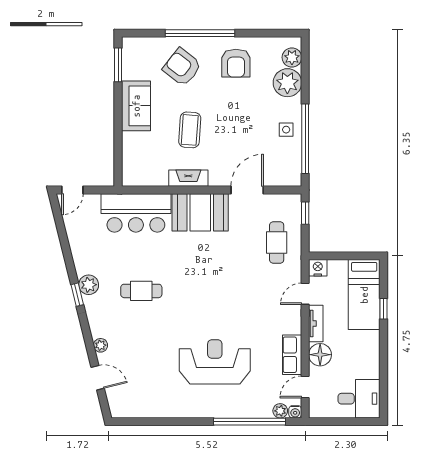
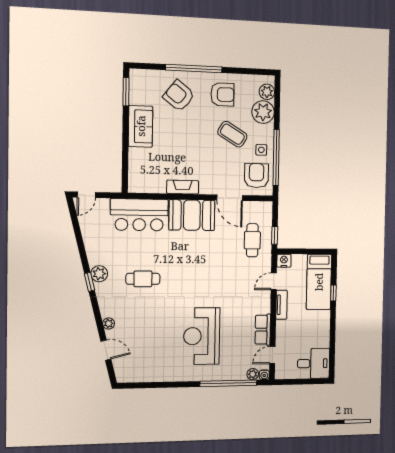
armchair: (236, 63) -> (222, 94), turned -90
coffee table: (190, 130) -> (232, 134), moved, turned -63
armchair: (281, 162) -> (256, 176), added
door: (247, 190) -> (230, 198), swing flipped
window: (305, 213) -> (275, 235), moved
floor lamp: (320, 355) -> (284, 329), removed
reception desk: (215, 362) -> (202, 336), turned -90

